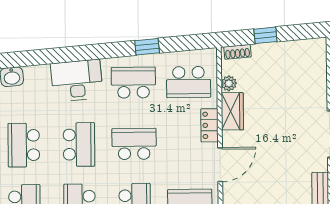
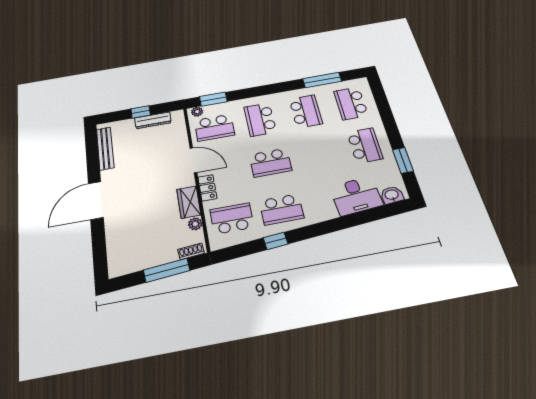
window: (265, 35) -> (167, 270), width x2.17
desk: (77, 81) -> (356, 196), moved
school desk: (79, 145) -> (318, 154), removed
door: (220, 165) -> (193, 160), swing flipped

